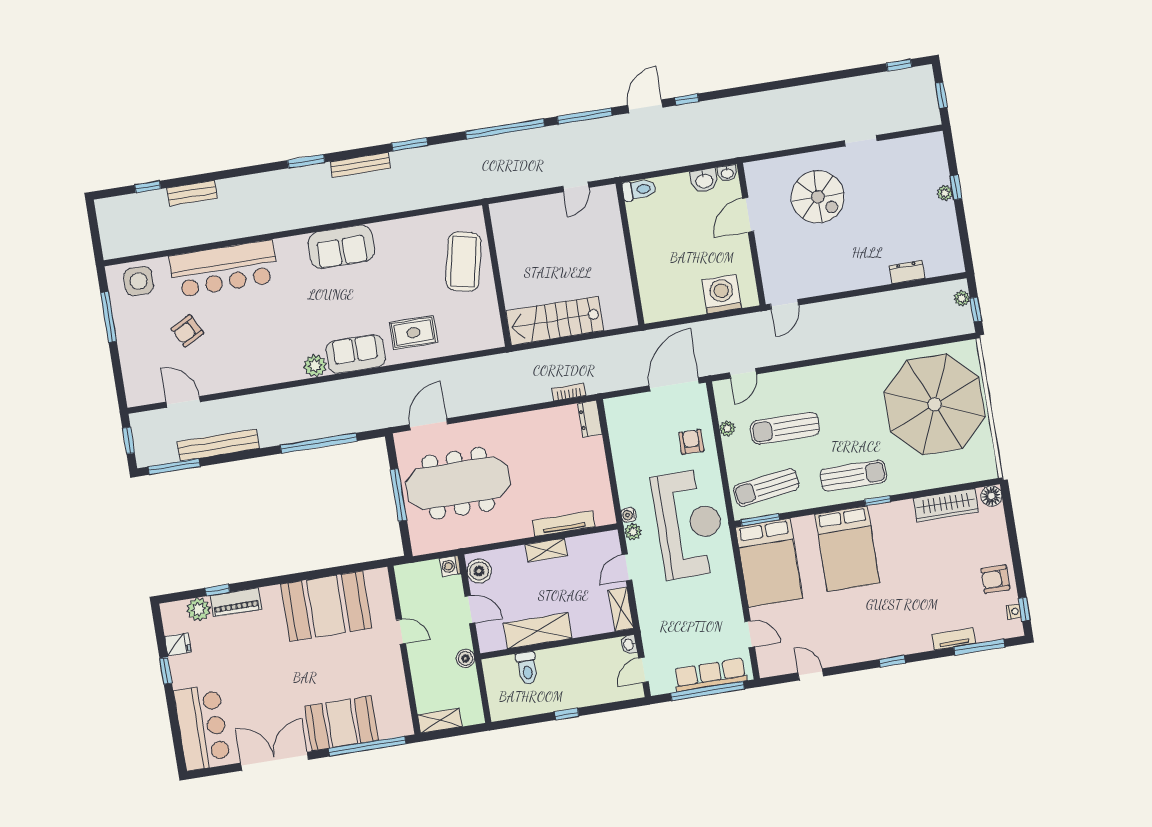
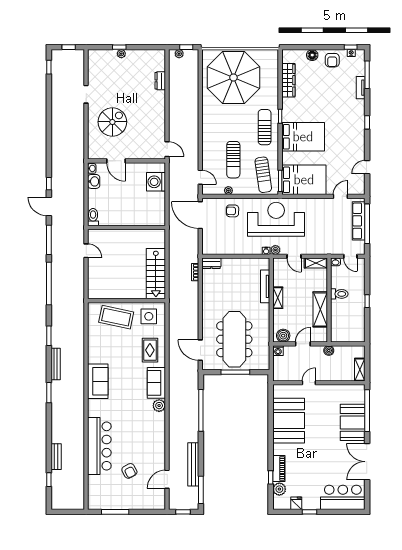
side table: (139, 281) -> (149, 316), moved
floor lamp: (991, 496) -> (312, 55), moved
toilet: (527, 668) -> (339, 294), moved

